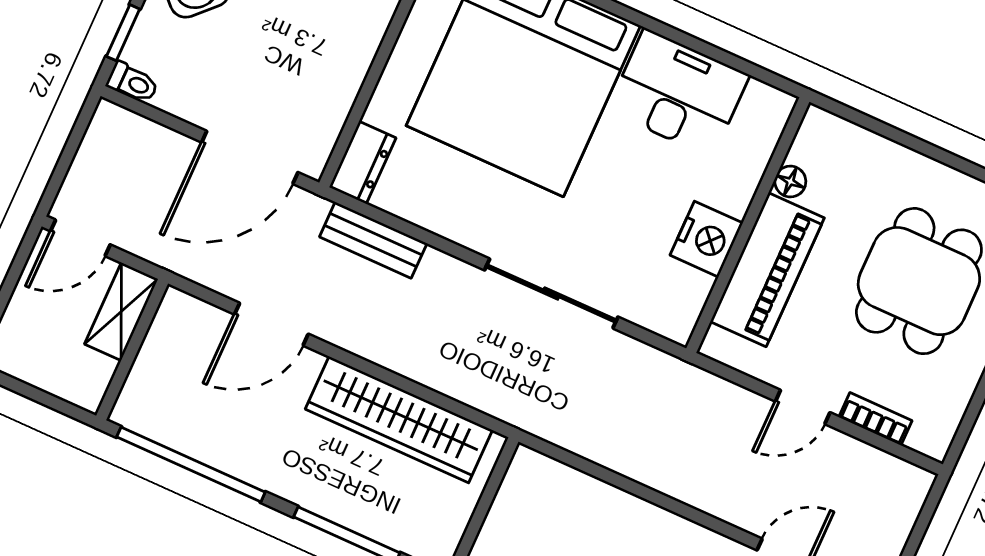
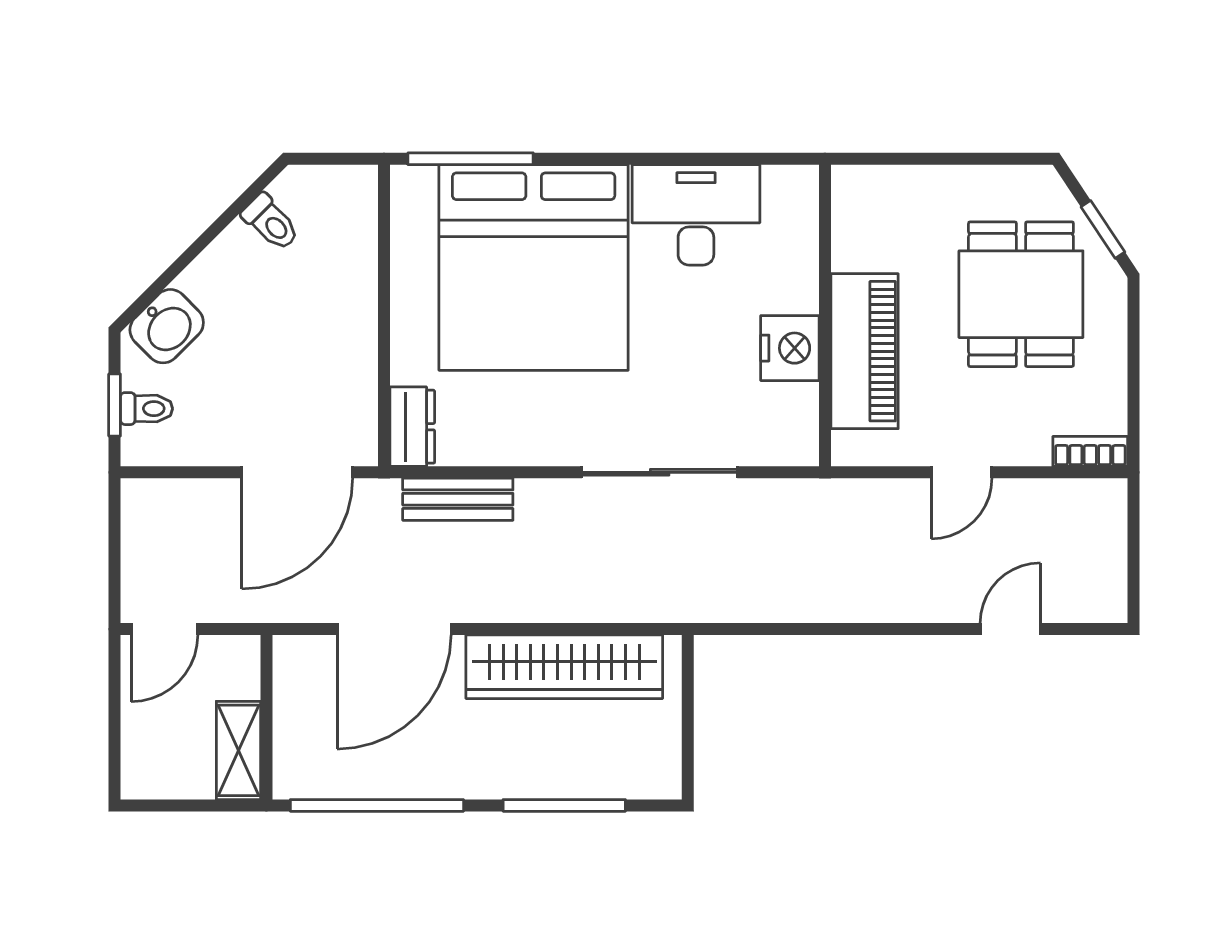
toilet: (133, 82) -> (146, 409), moved
floor lamp: (790, 182) -> (848, 253), removed
shelving: (121, 311) -> (238, 750), moved
door: (271, 324) -> (394, 629), width x1.36
bookcase: (875, 419) -> (1090, 451), moved

